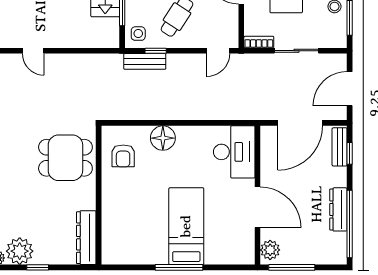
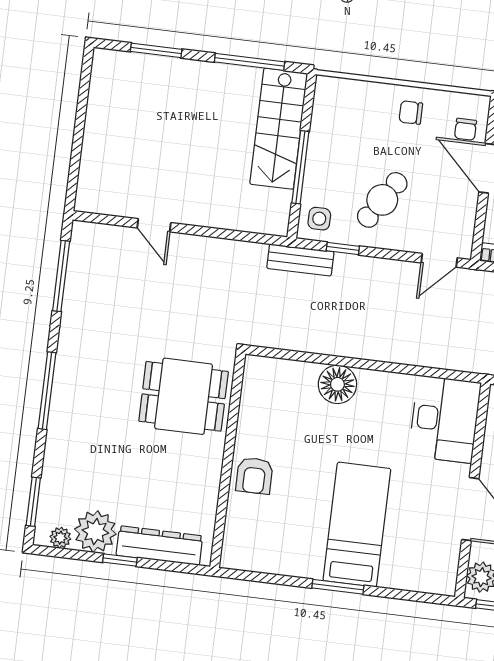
bench: (145, 61) -> (300, 260), moved
armchair: (123, 156) -> (254, 476), moved
dresser: (86, 238) -> (159, 546), moved, turned 90
window: (179, 267) -> (338, 587), width x0.69

